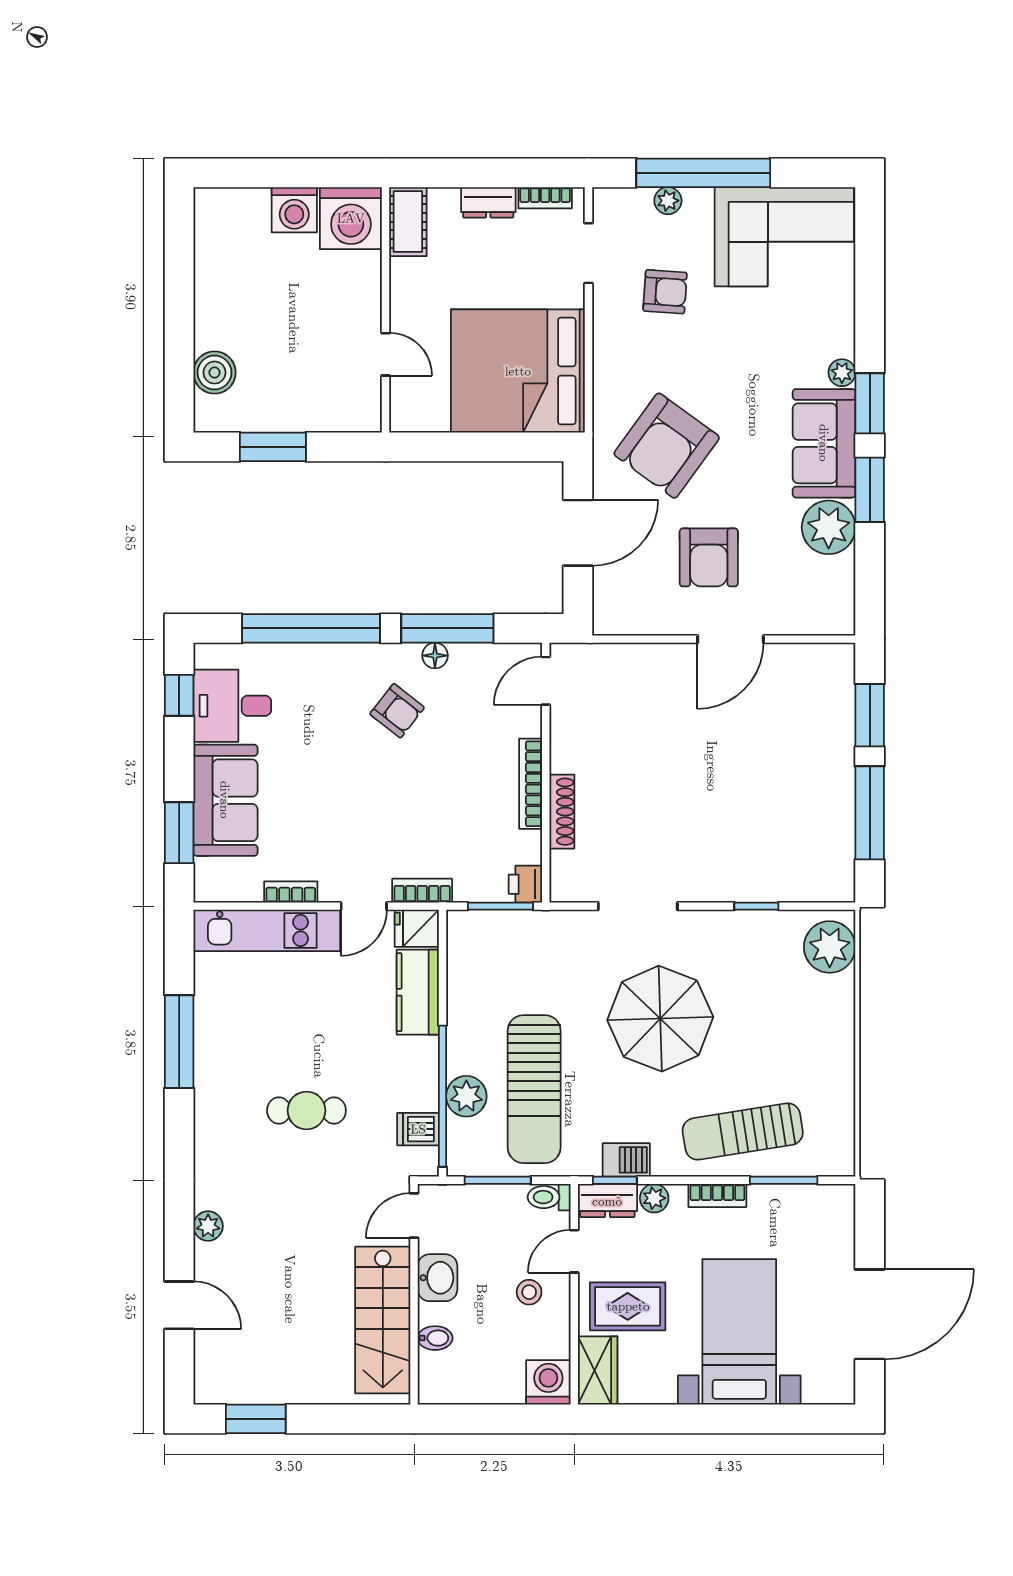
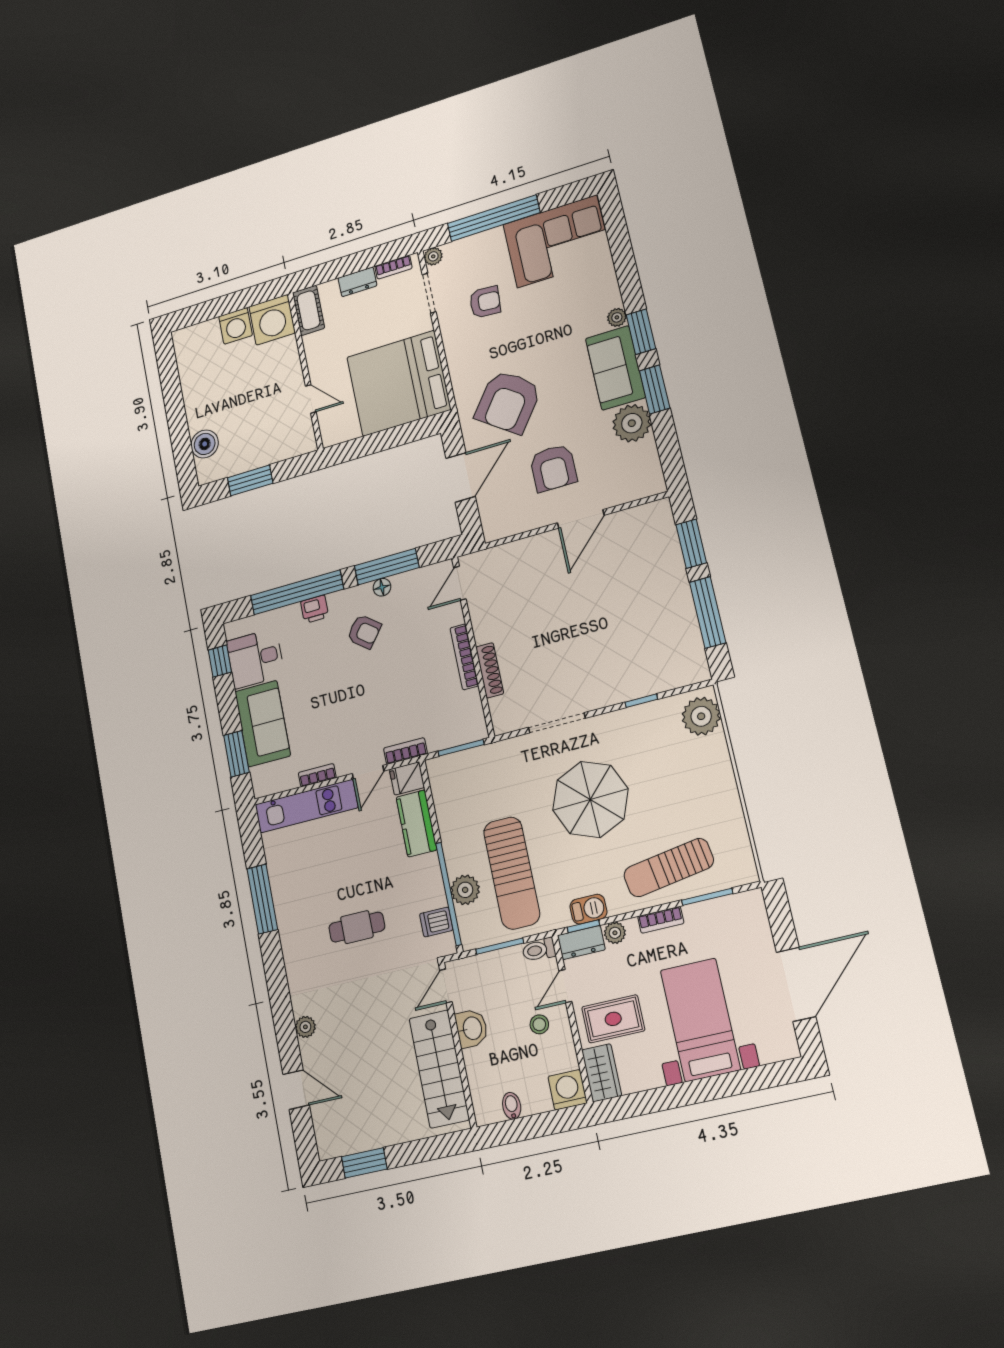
plant: (668, 201) -> (433, 256), moved
printer: (525, 884) -> (315, 609), moved, turned -90
bidet: (435, 1338) -> (512, 1106), moved, turned -90

